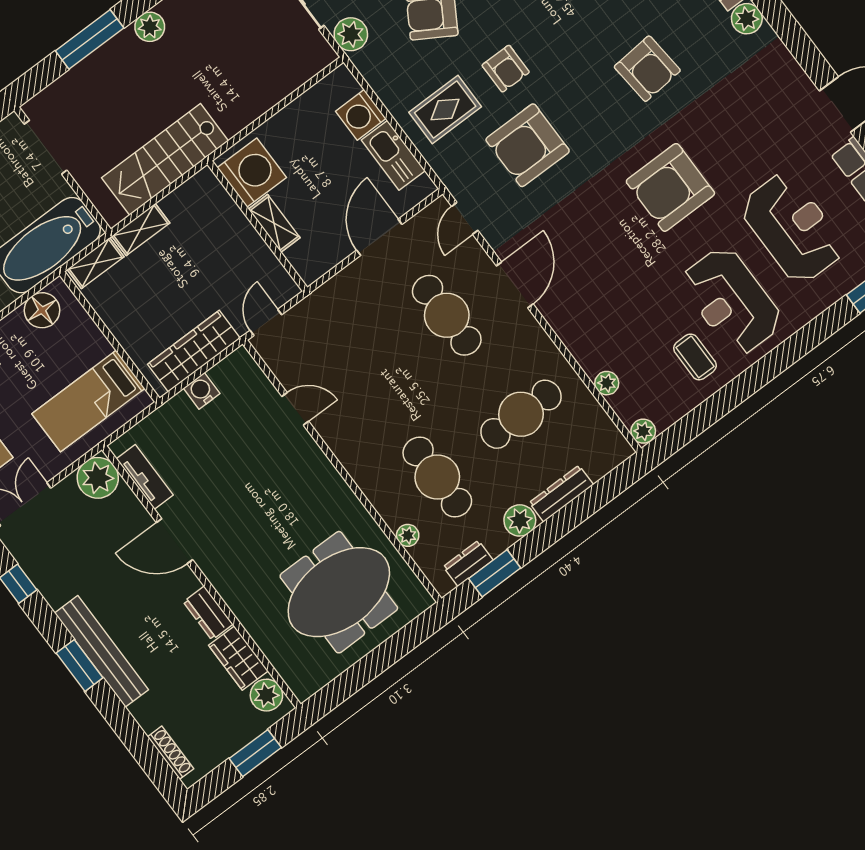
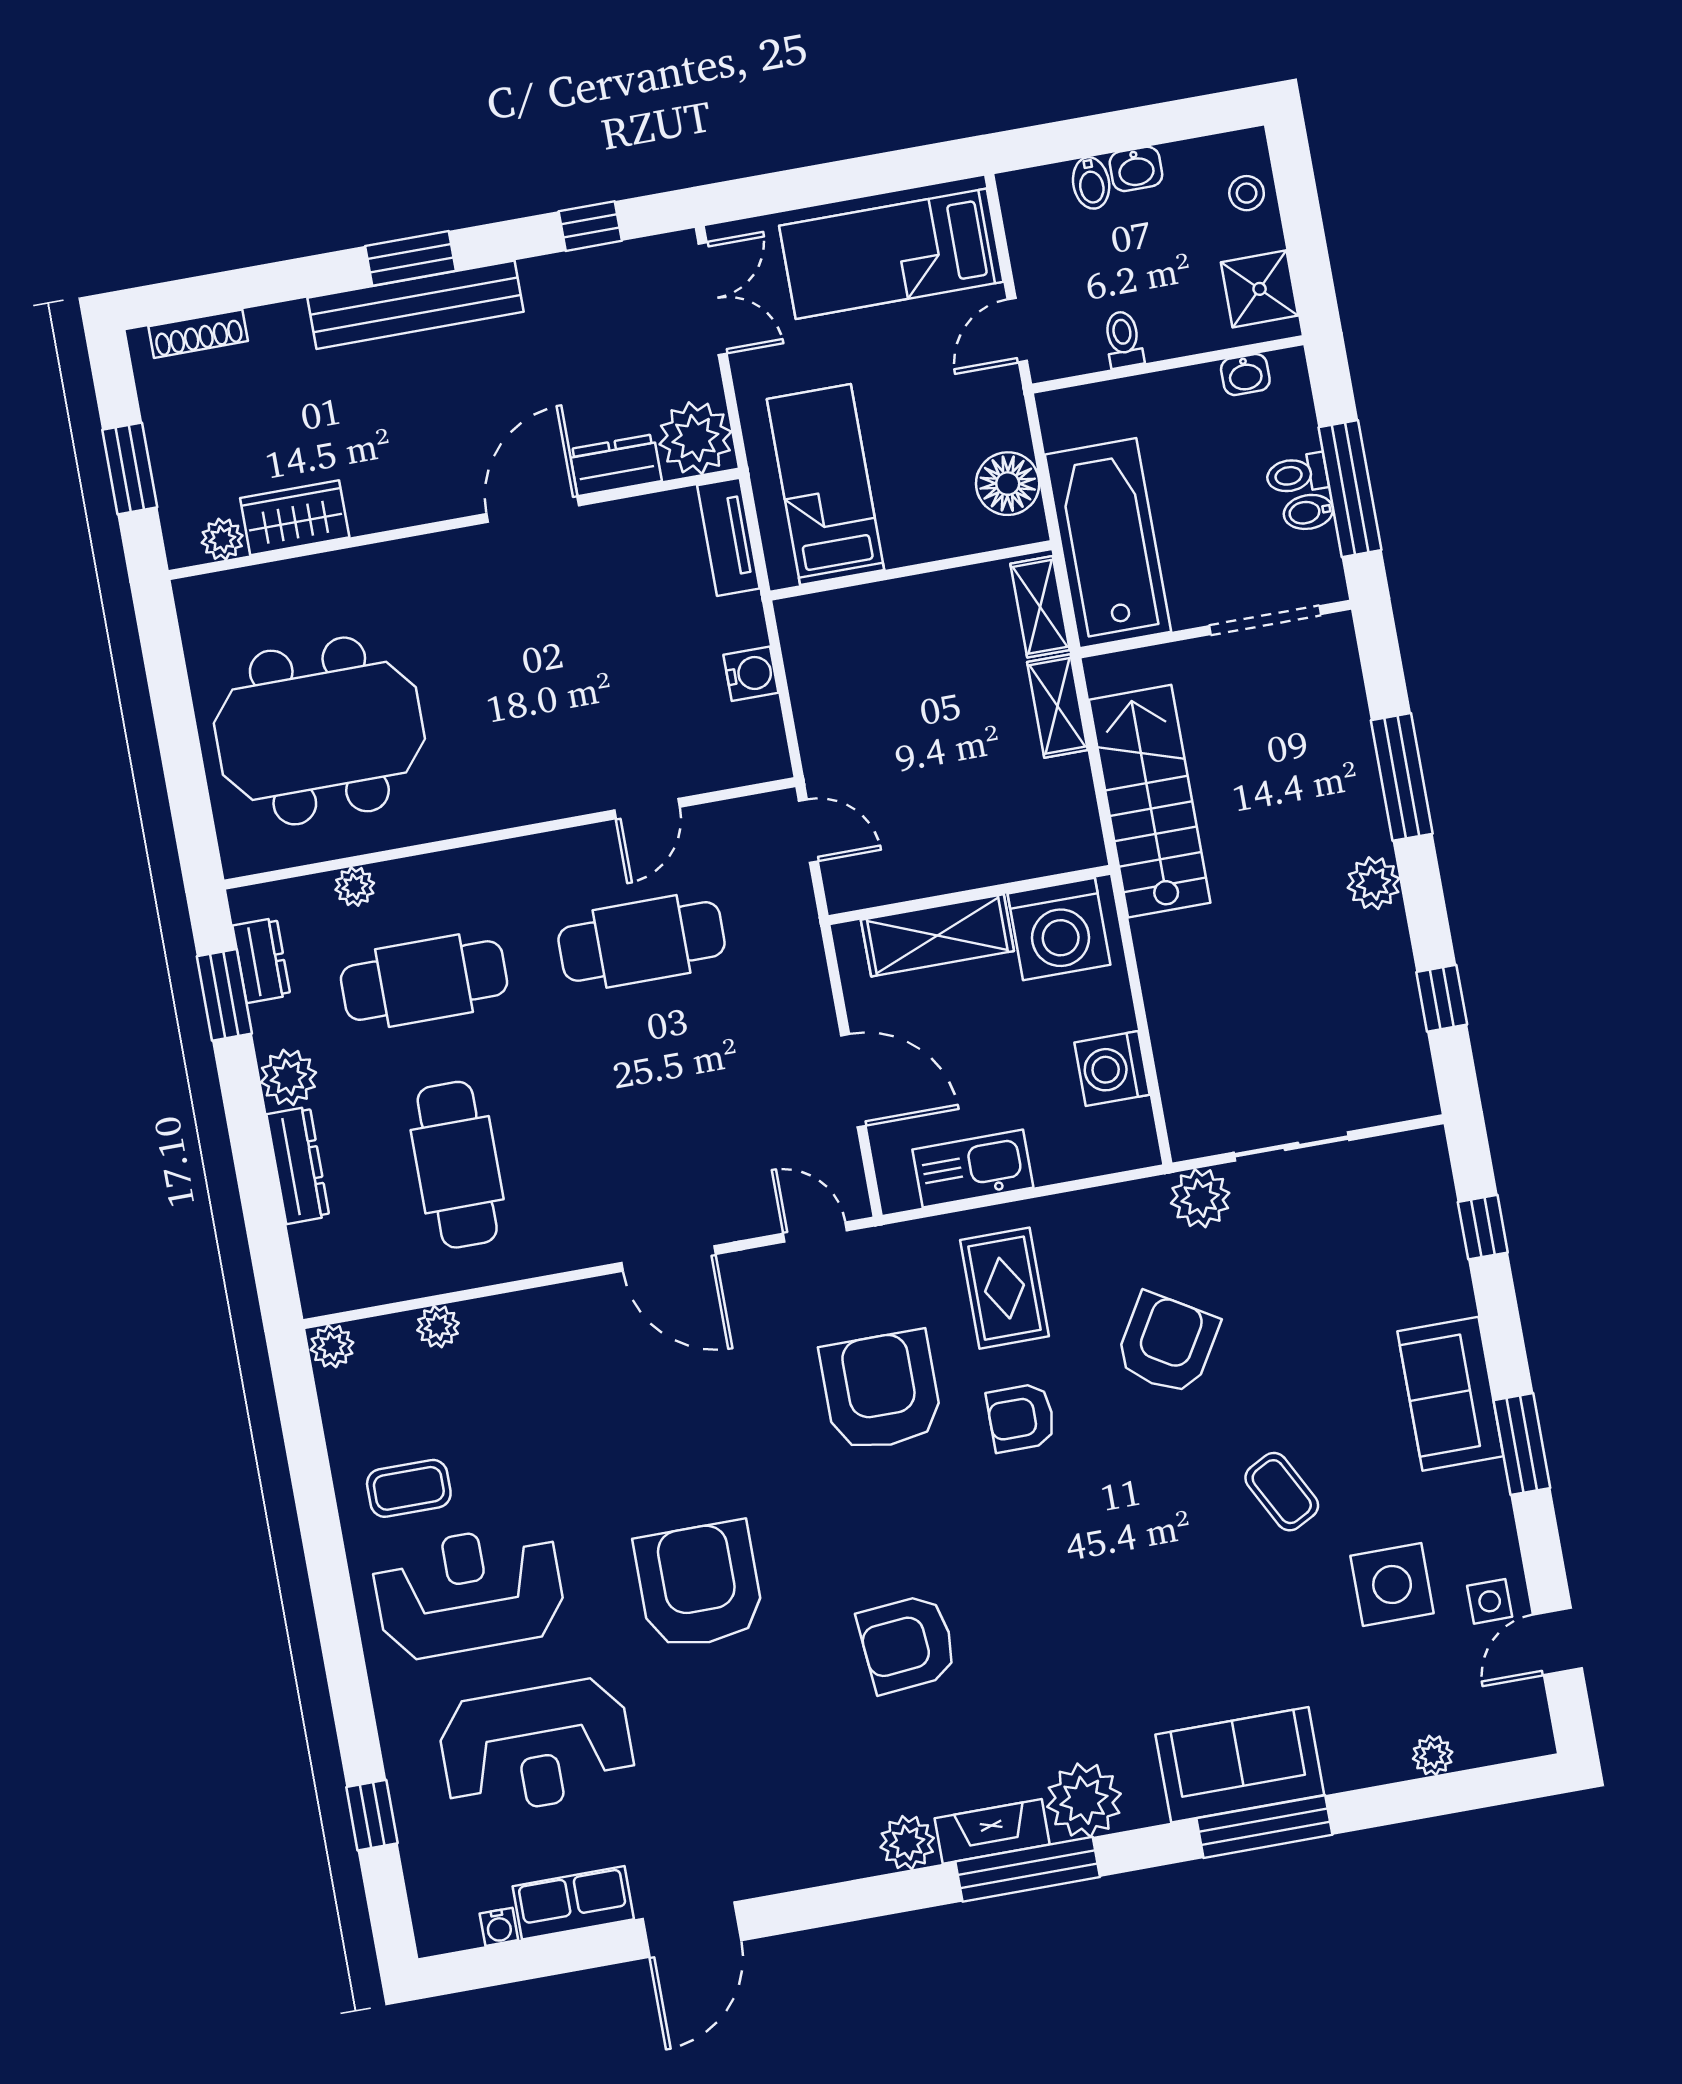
washing machine: (361, 115) -> (1112, 1069), moved, turned -90
shelving: (274, 223) -> (937, 935), width x1.50, depth x1.33
cafe table: (447, 315) -> (642, 941), moved
wardrobe: (194, 351) -> (820, 693), removed
tv unit: (145, 477) -> (728, 537), moved, turned 90
meeting table: (339, 592) -> (319, 731), turned 90
dresser: (208, 613) -> (615, 465), moved
plant: (266, 695) -> (222, 539), width x0.73, depth x0.73

